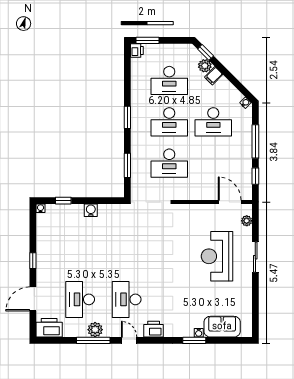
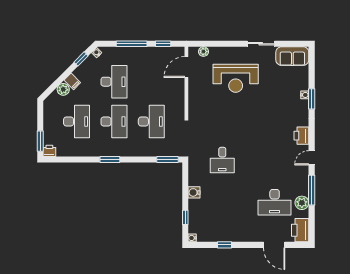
window: (206, 52) -> (81, 59), moved
window: (127, 165) -> (167, 159), moved
sliding door: (255, 257) -> (261, 44), moved
window: (33, 261) -> (225, 245), moved
desk: (127, 299) -> (222, 160), moved, width x0.73
sofa: (222, 327) -> (292, 56), moved, turned -90
plant: (95, 330) -> (302, 203), moved

